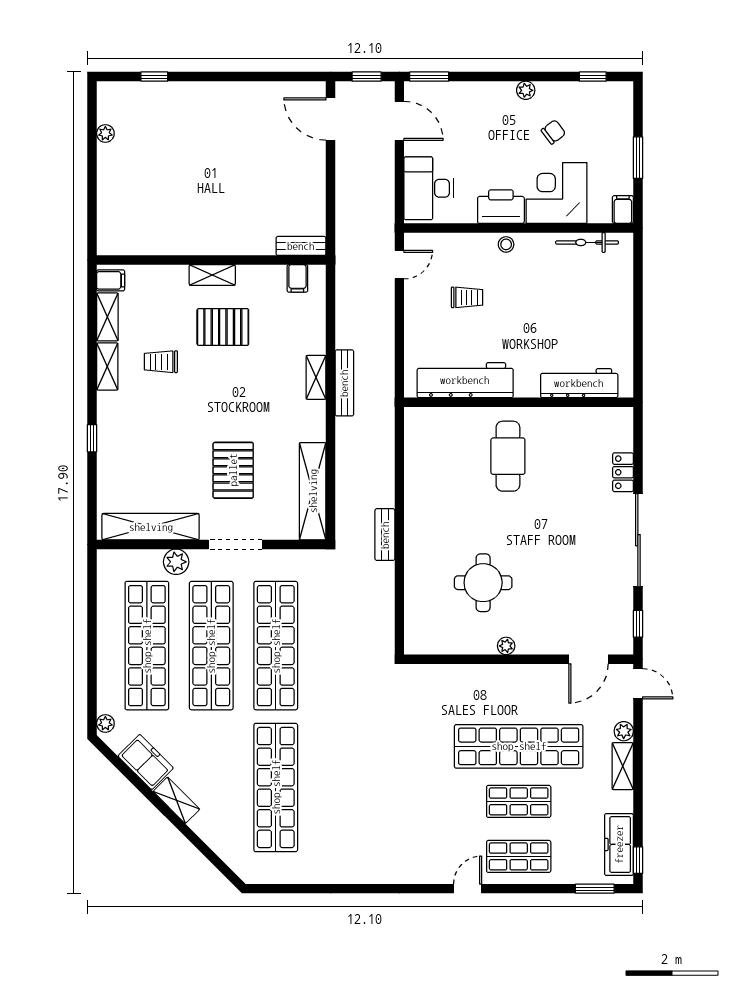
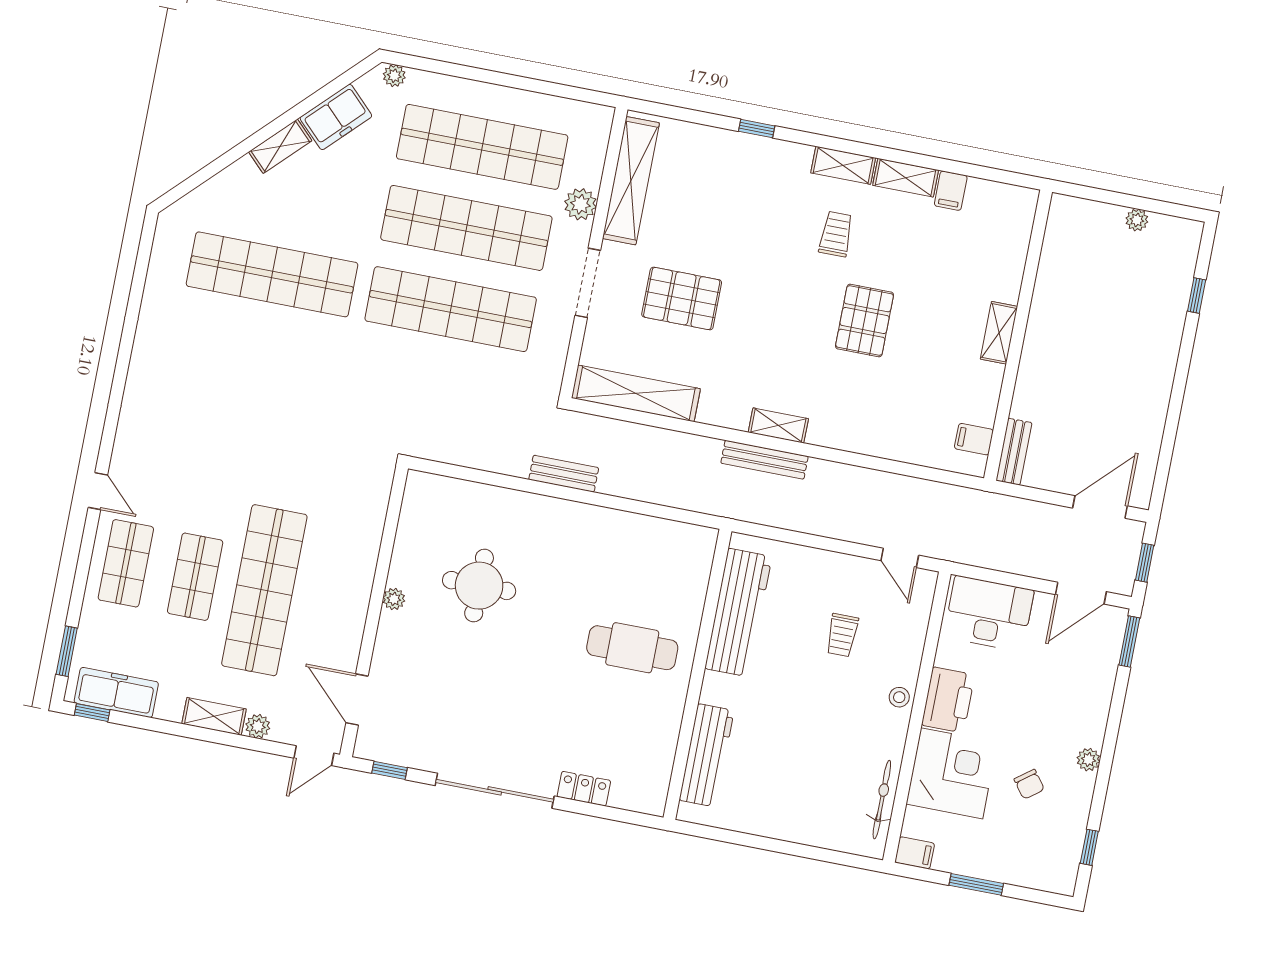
bench: (301, 246) -> (1014, 452), moved
wall: (211, 260) -> (1018, 335), moved
shelving: (212, 275) -> (999, 333), moved
filing cabinet: (297, 278) -> (974, 439), moved

